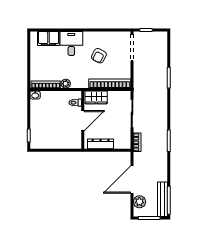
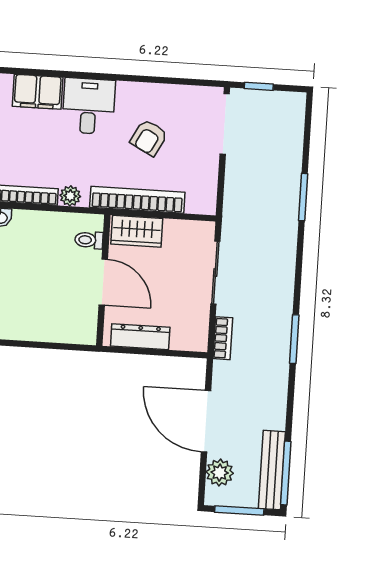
bookcase: (110, 84) -> (137, 200), moved
door: (83, 121) -> (103, 282), hinge flipped
door: (132, 179) -> (206, 421), hinge flipped

